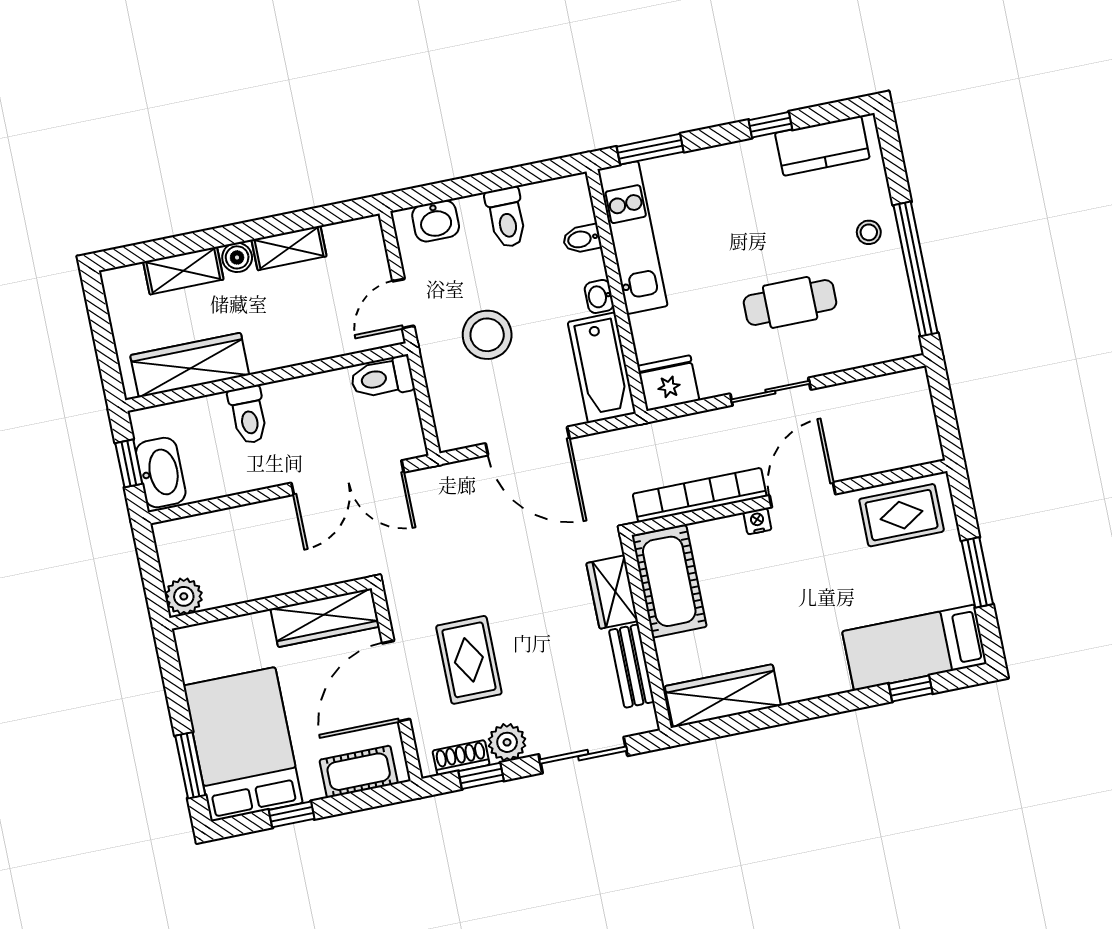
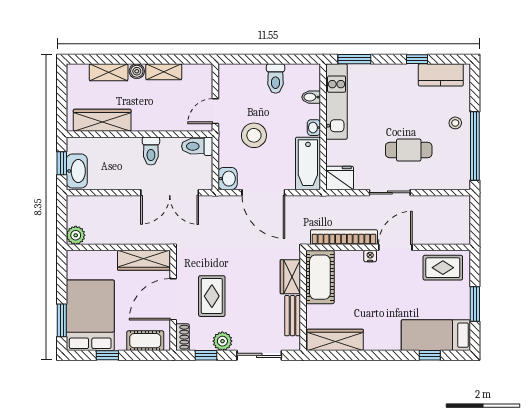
washbasin: (436, 221) -> (228, 179), moved, turned -90
toilet: (248, 415) -> (151, 151), moved
shoe rack: (461, 758) -> (183, 337), moved, turned 90

